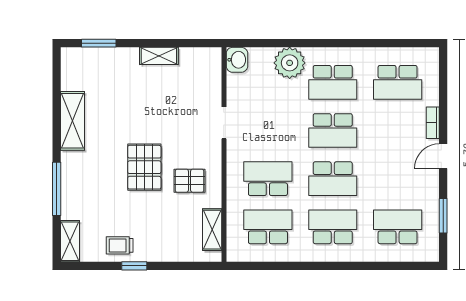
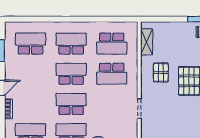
pallet: (190, 181) -> (161, 72), turned 90
school desk: (333, 227) -> (71, 44), turned 180
school desk: (398, 227) -> (31, 44), turned 180

